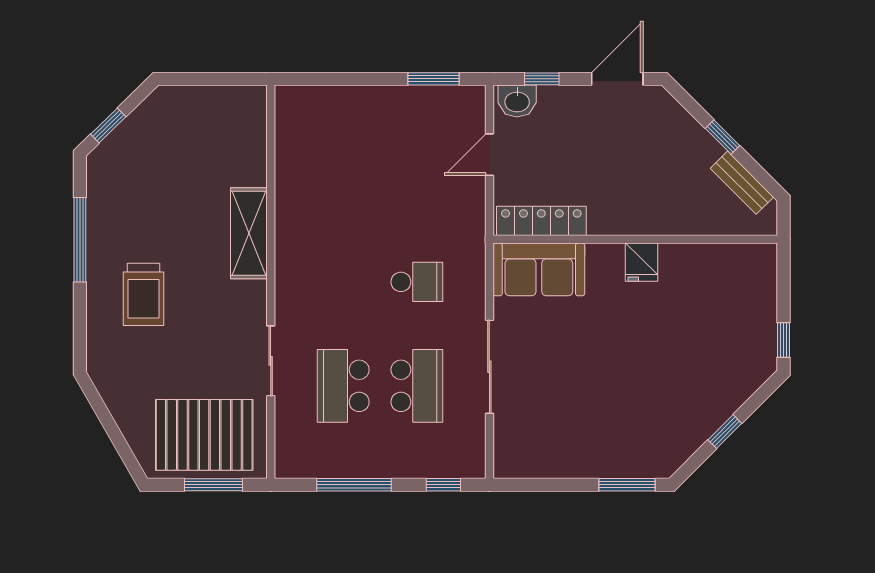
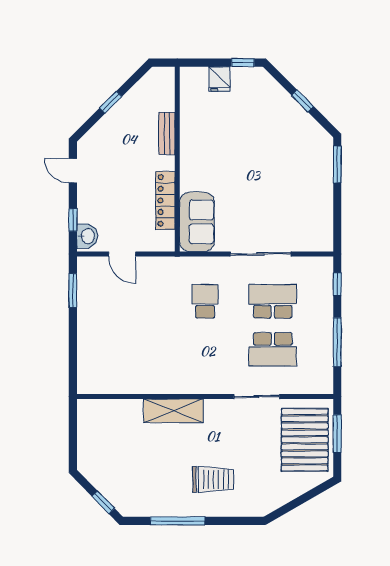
door: (617, 79) -> (73, 171), width x0.73
bench: (742, 183) -> (167, 133), moved, turned -45
locker: (541, 221) -> (165, 200), moved
fridge: (642, 262) -> (220, 79), moved, turned 90

